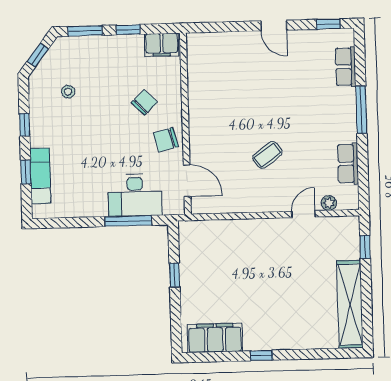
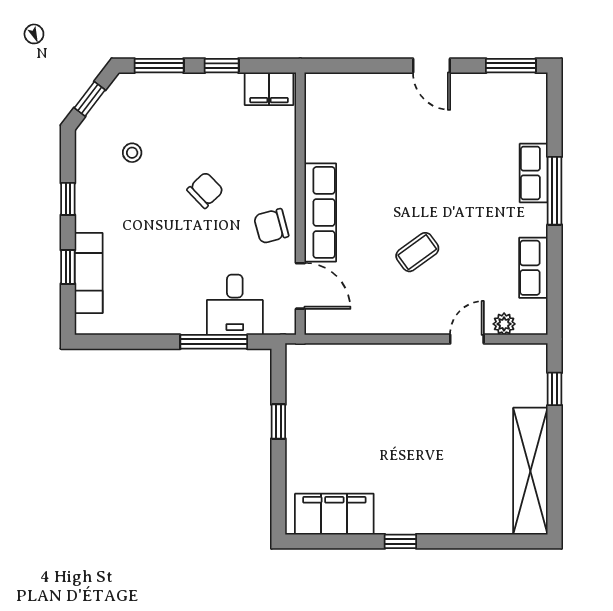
window: (329, 24) -> (511, 66), width x1.50
row of seats: (346, 67) -> (534, 173), moved
chair: (144, 102) -> (205, 190), moved
row of seats: (199, 129) -> (320, 212), added
desk: (135, 195) -> (235, 305), width x0.73

